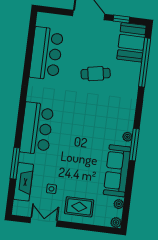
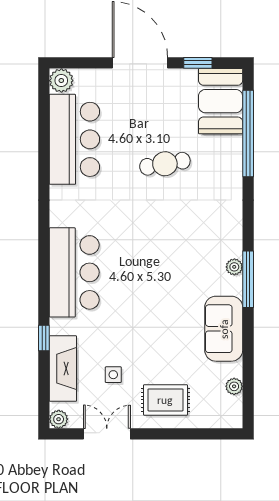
plant: (43, 19) -> (61, 81), added
window: (15, 163) -> (44, 338), width x0.46
sofa: (117, 171) -> (224, 329), width x0.73
plant: (116, 223) -> (59, 419), moved

